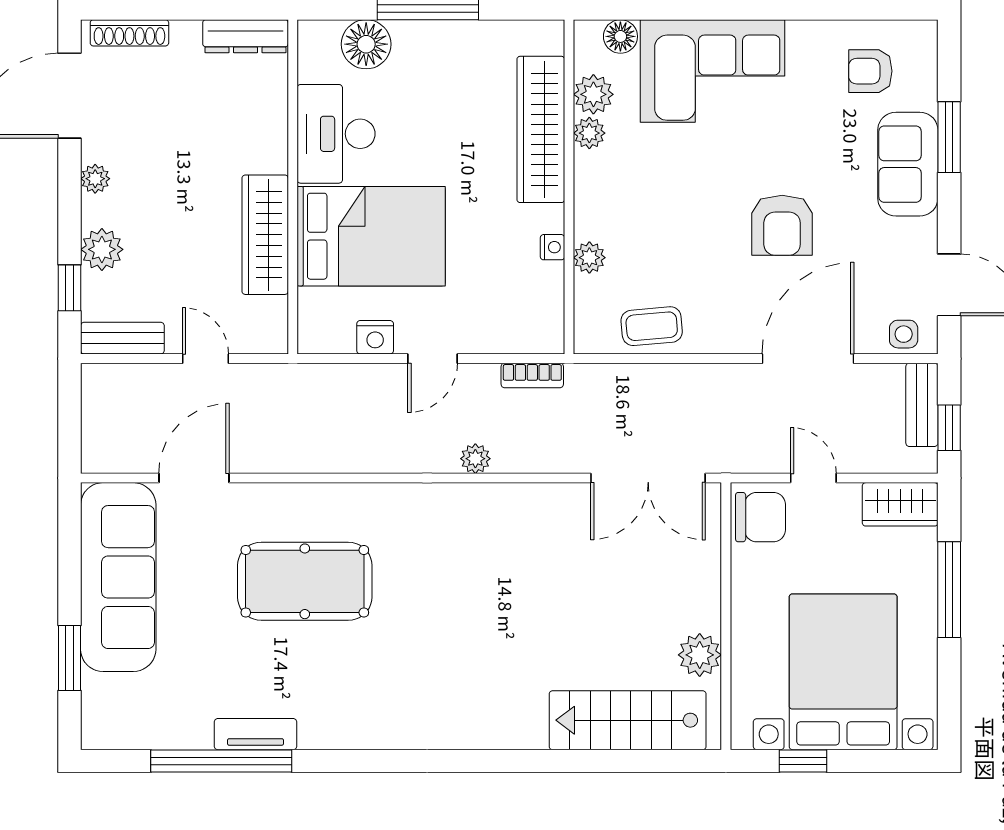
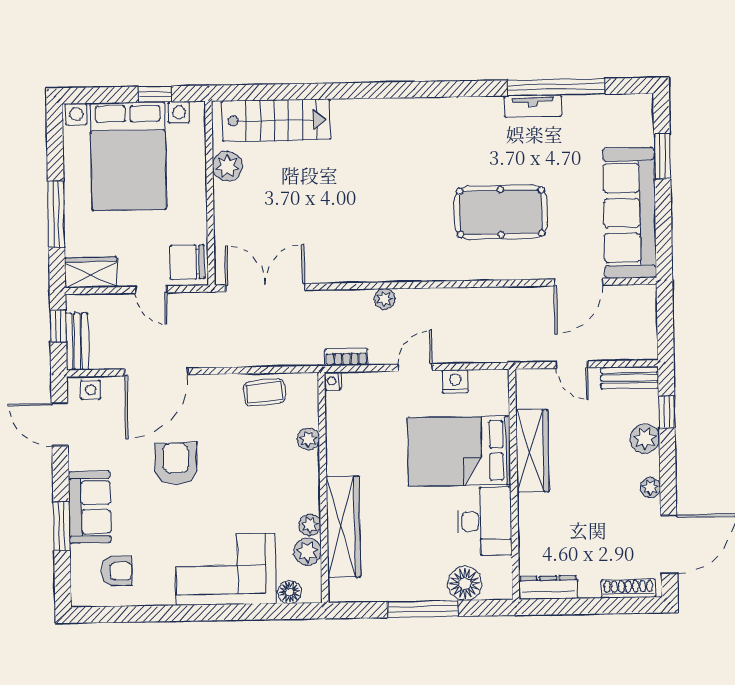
nightstand: (552, 247) -> (333, 381), moved

